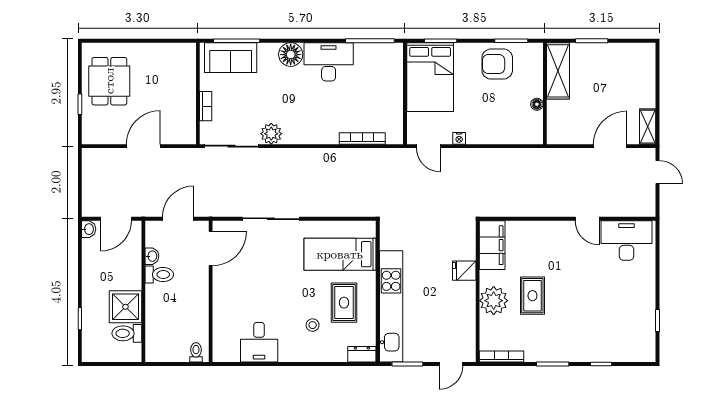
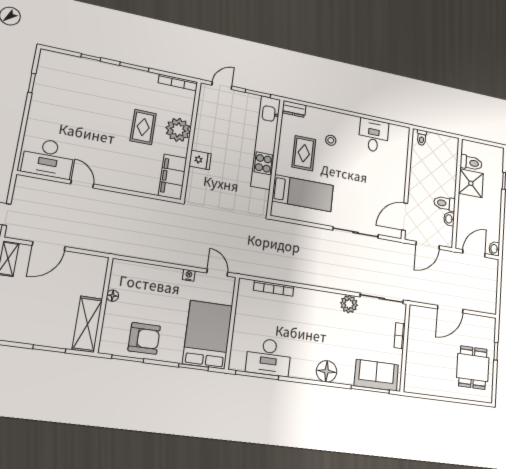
desk: (329, 62) -> (269, 357), moved

